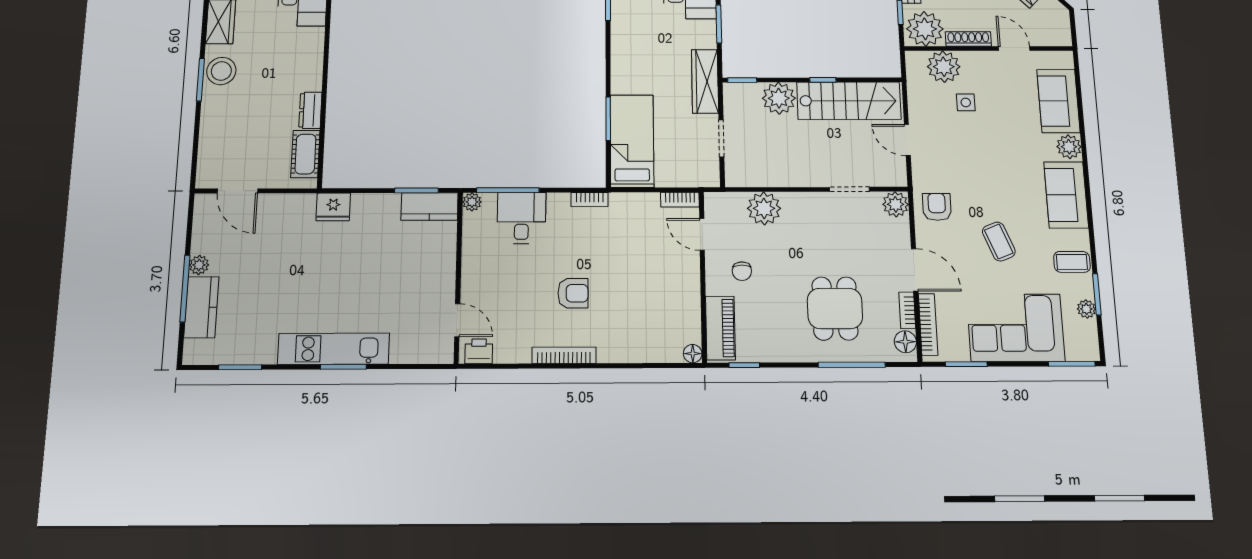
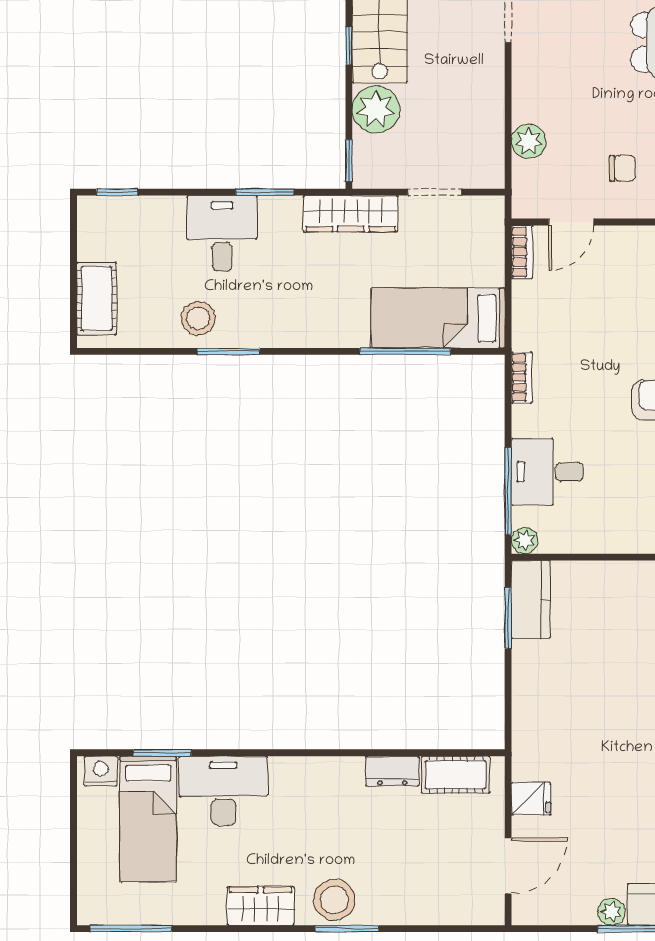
window: (608, 119) -> (405, 351), width x1.44
fridge: (333, 207) -> (531, 799), moved, width x0.72
plant: (764, 208) -> (529, 141), width x0.73, depth x0.73

